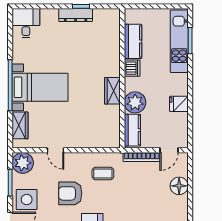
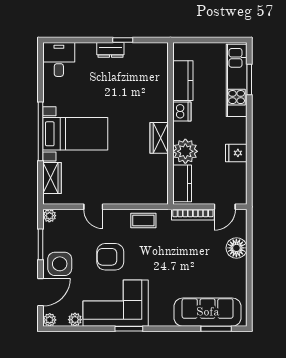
dresser: (76, 15) -> (110, 50), width x0.70
plant: (23, 163) -> (49, 216), width x0.53, depth x0.53
coffee table: (103, 173) -> (143, 220), moved

